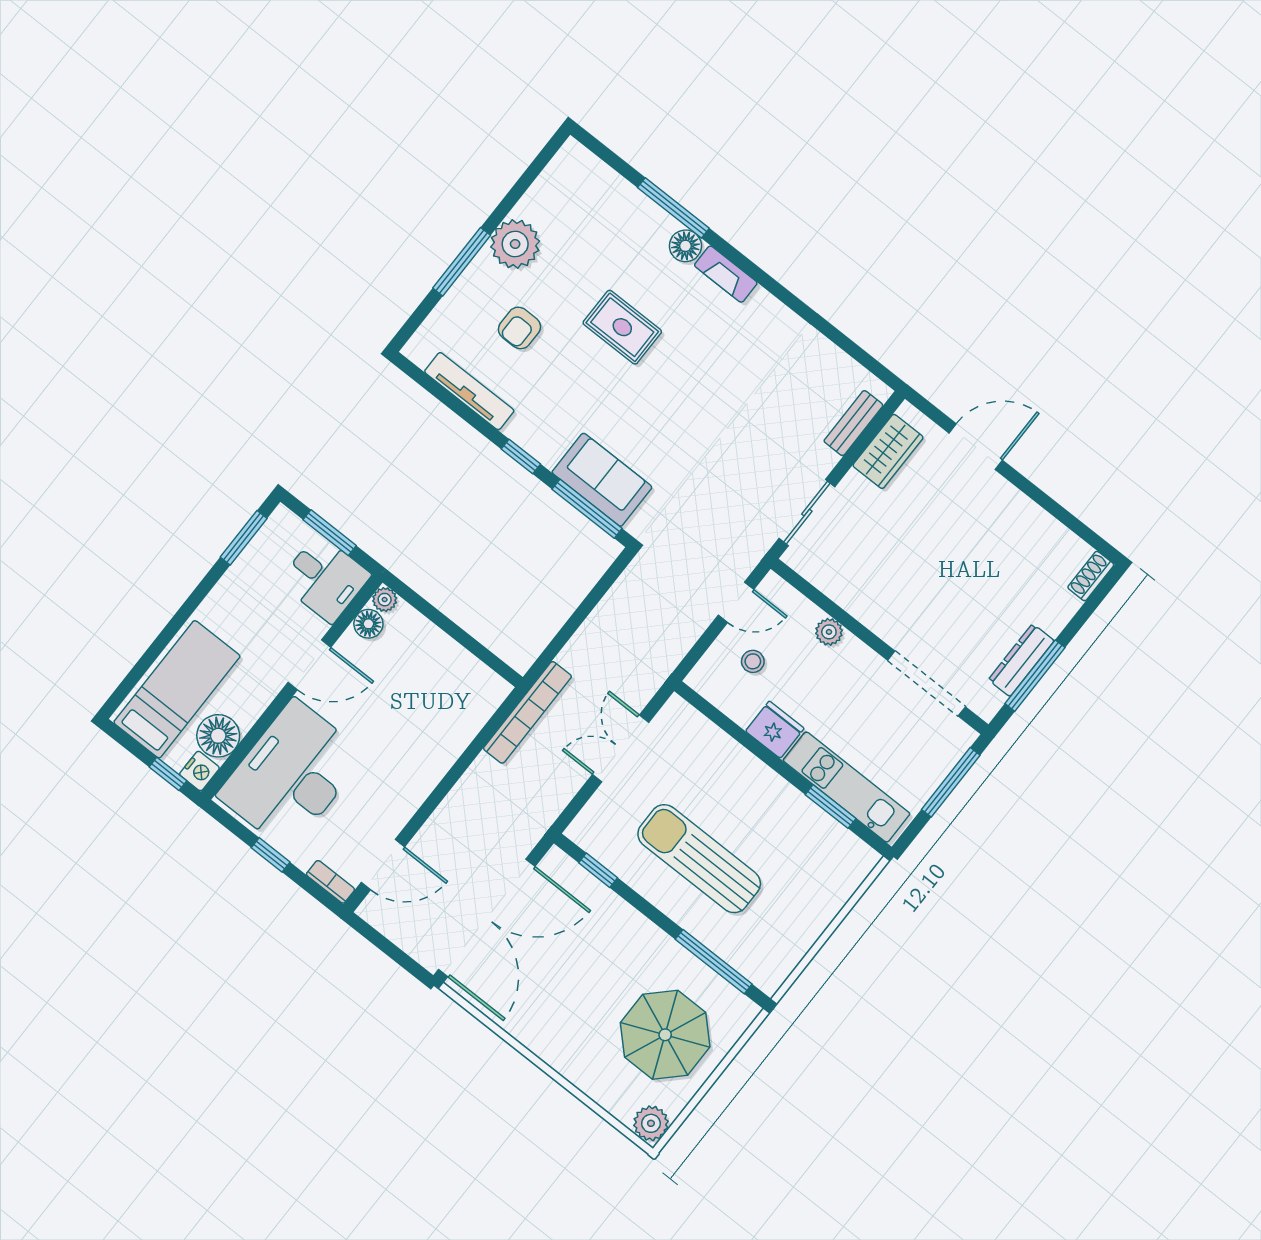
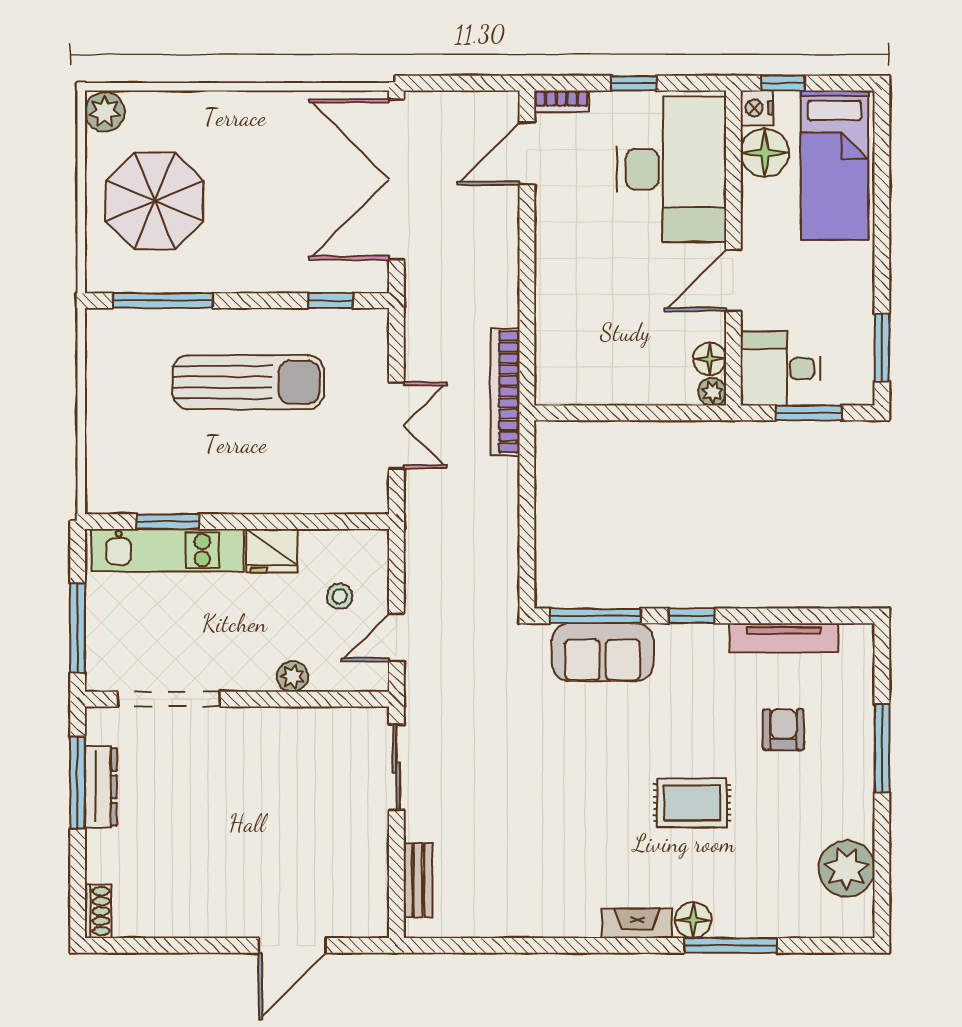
plant: (515, 244) -> (847, 869), moved
wardrobe: (888, 451) -> (367, 879), removed

